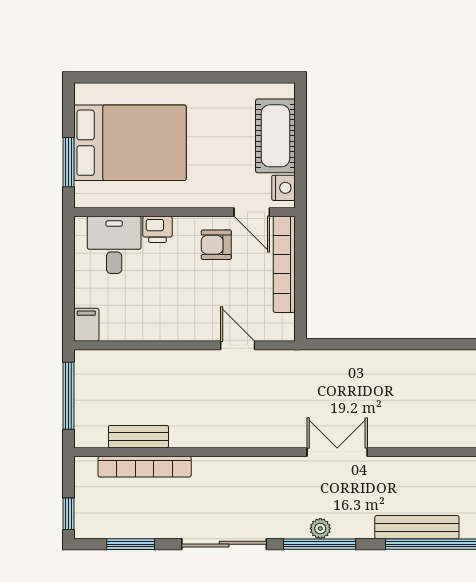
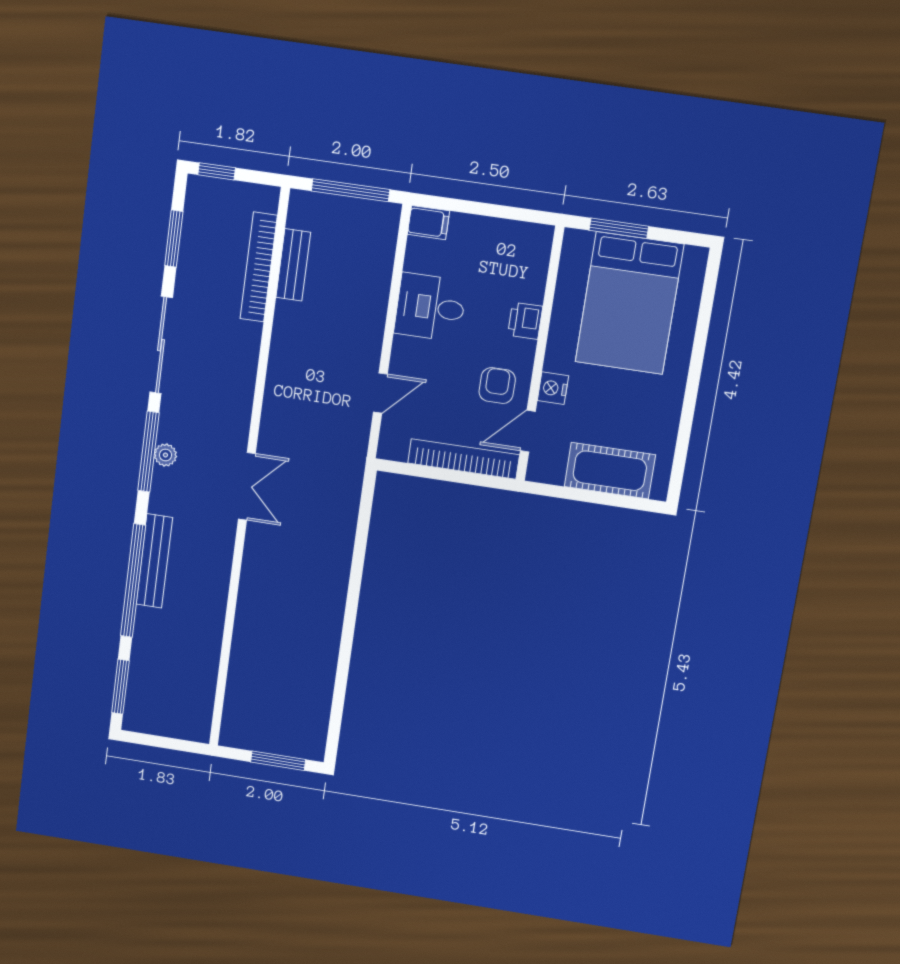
nightstand: (283, 188) -> (553, 388), moved, turned 90
desk: (114, 245) -> (430, 307), moved, turned 180

